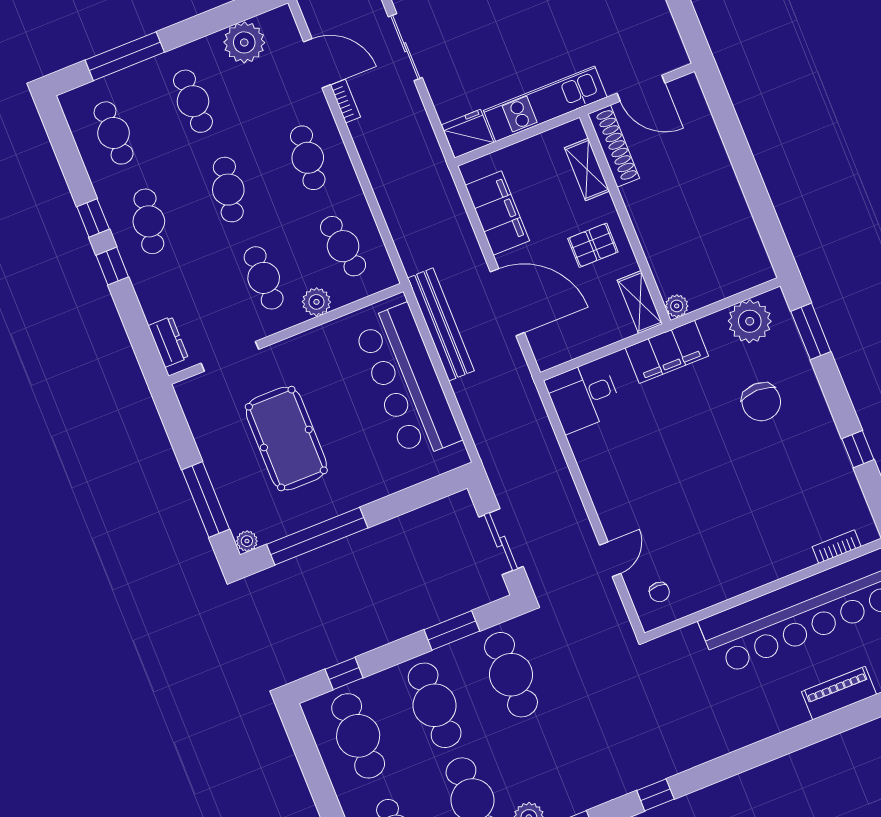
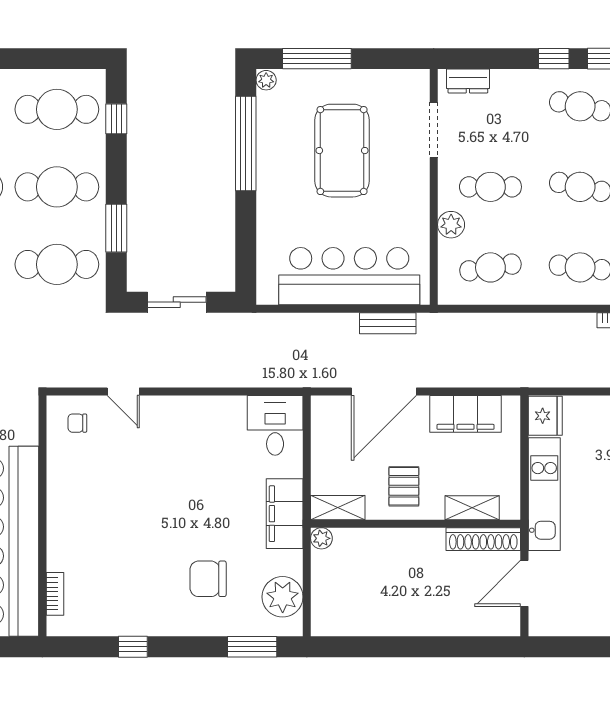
bench: (441, 324) -> (388, 323), width x0.54, depth x0.82
pool table: (286, 439) -> (342, 151), turned 90

